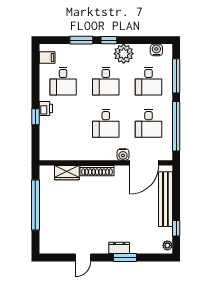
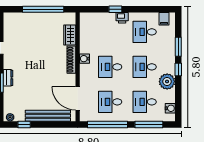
water cooler: (123, 155) -> (85, 59), moved

